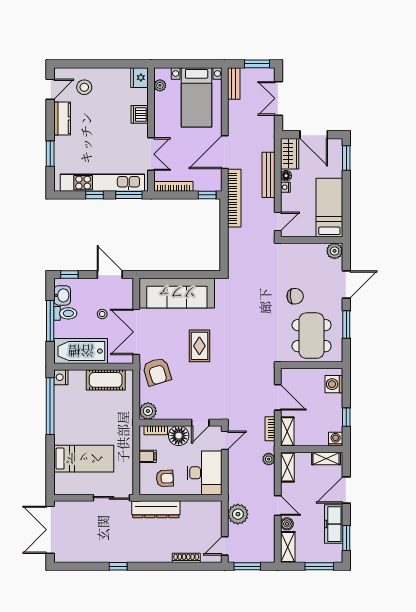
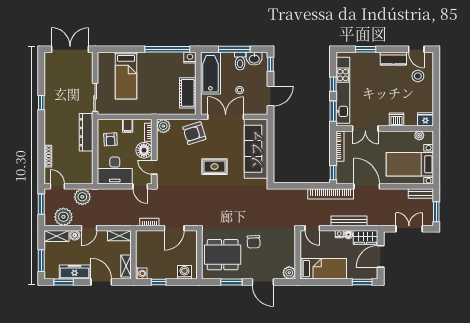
shelving: (287, 431) -> (147, 236), removed
plant: (269, 459) -> (63, 217), moved, width x1.88, depth x1.88

